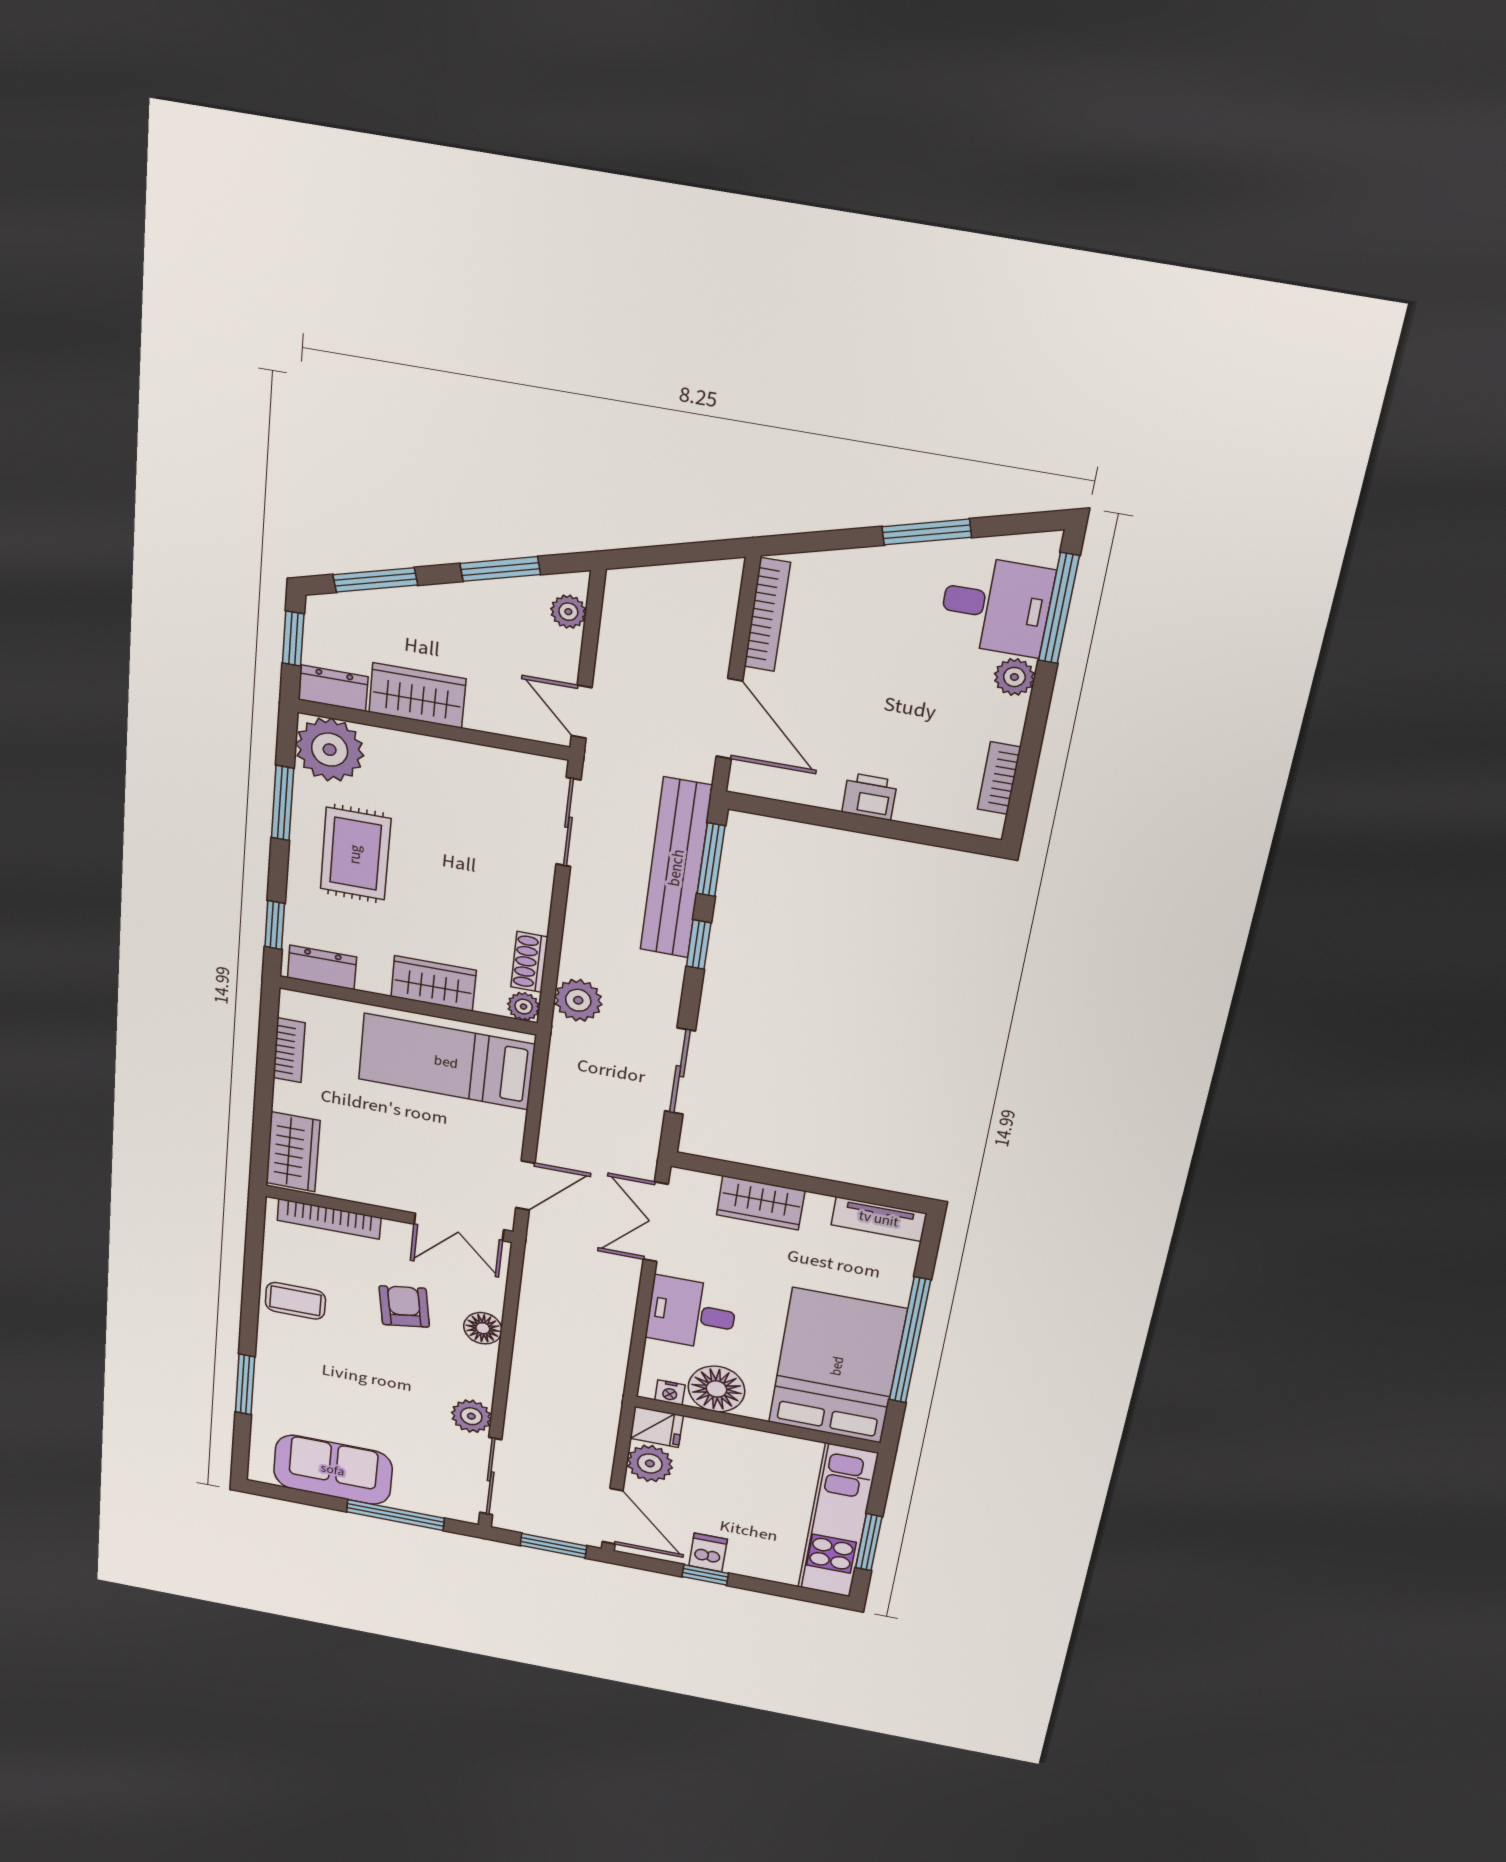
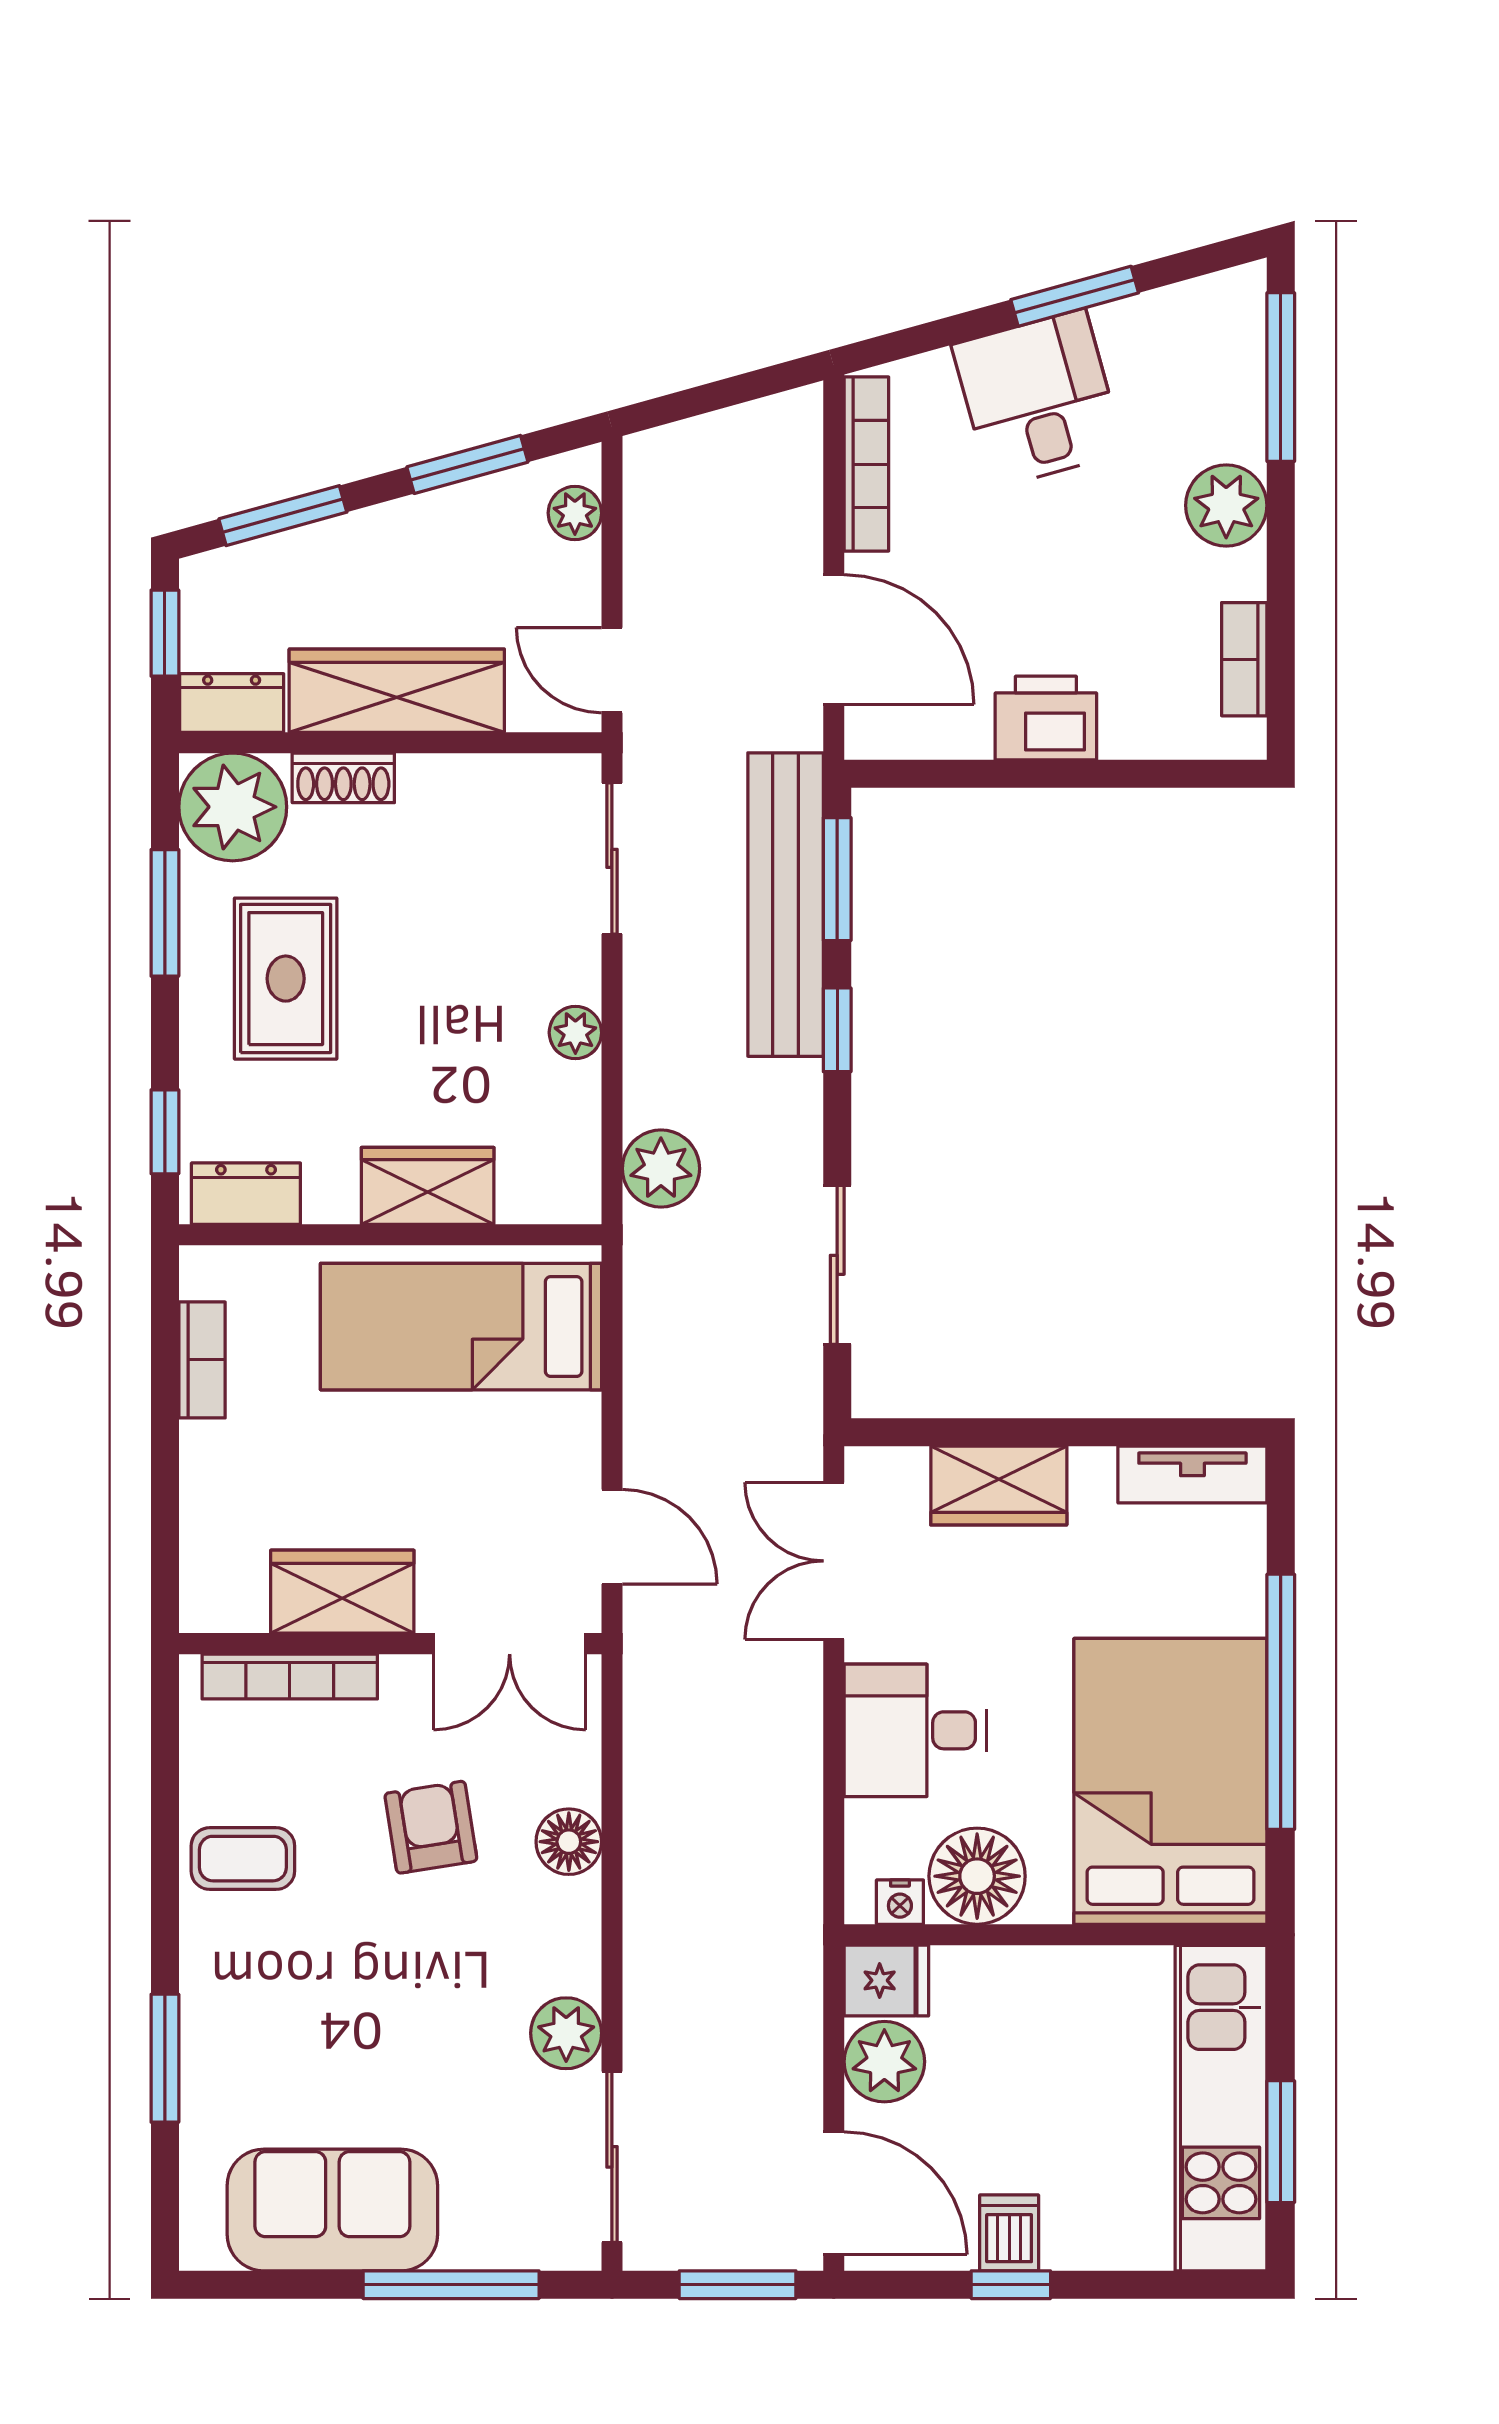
desk: (996, 606) -> (1038, 399), moved, turned -105
plant: (1014, 677) -> (1226, 505), width x1.38, depth x1.38
wardrobe: (417, 695) -> (397, 691), width x1.50
printer: (870, 797) -> (1046, 718), width x1.36, depth x1.24
shoe rack: (529, 962) -> (343, 778), moved, turned -90
plant: (524, 1007) -> (575, 1033), moved
wardrobe: (293, 1152) -> (342, 1592), moved, turned -90
door: (525, 1186) -> (612, 1537), hinge flipped

